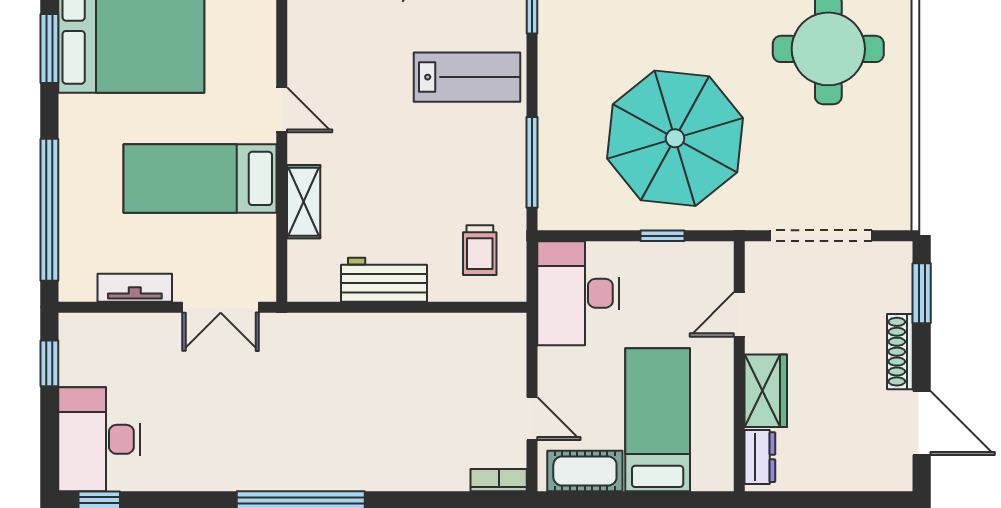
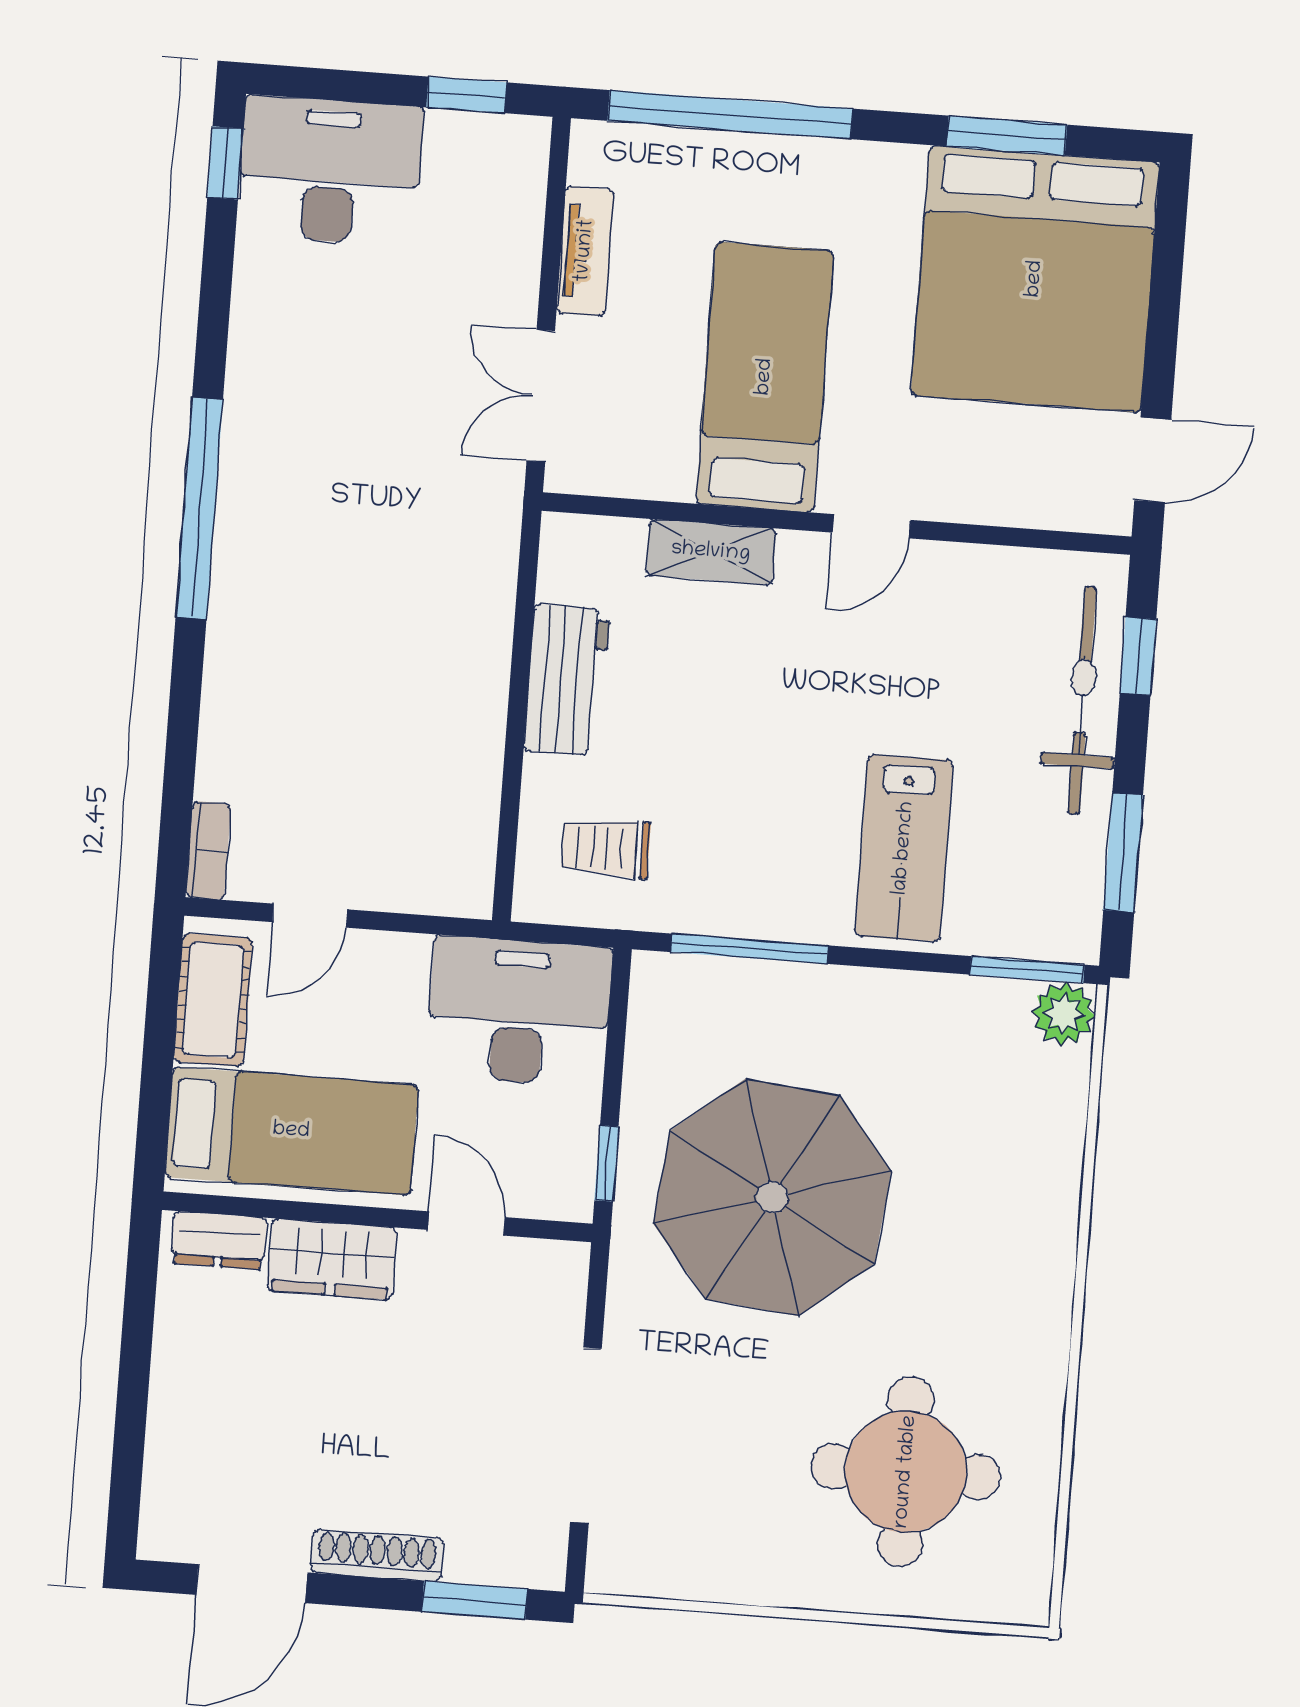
door: (739, 314) -> (466, 1224), moved
wall: (739, 366) -> (377, 1217), moved
wardrobe: (766, 391) -> (332, 1259), moved
dresser: (760, 457) -> (219, 1240), moved

